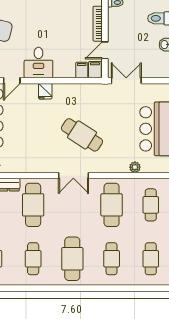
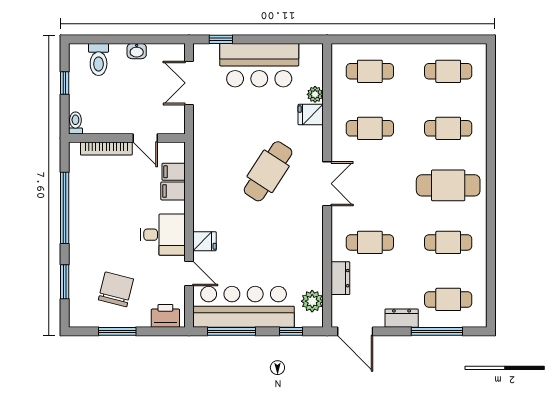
filing cabinet: (95, 70) -> (173, 191), moved
double door: (126, 81) -> (189, 83), moved
fridge: (45, 91) -> (204, 241), moved
fridge: (121, 164) -> (311, 115), added
cafe table: (33, 205) -> (370, 242), width x0.73, depth x0.74
cafe table: (112, 205) -> (370, 128), width x0.73, depth x0.74

